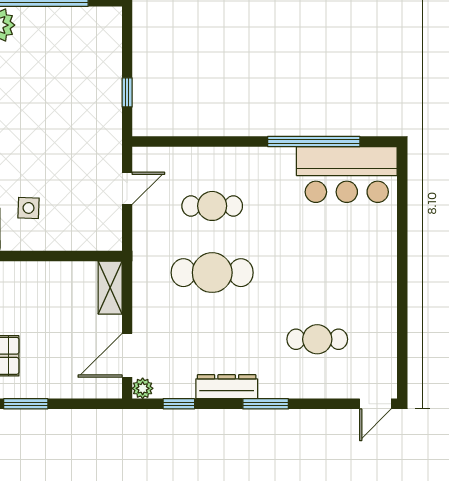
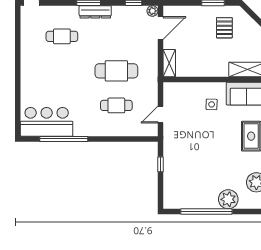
dresser: (227, 387) -> (95, 12), moved

